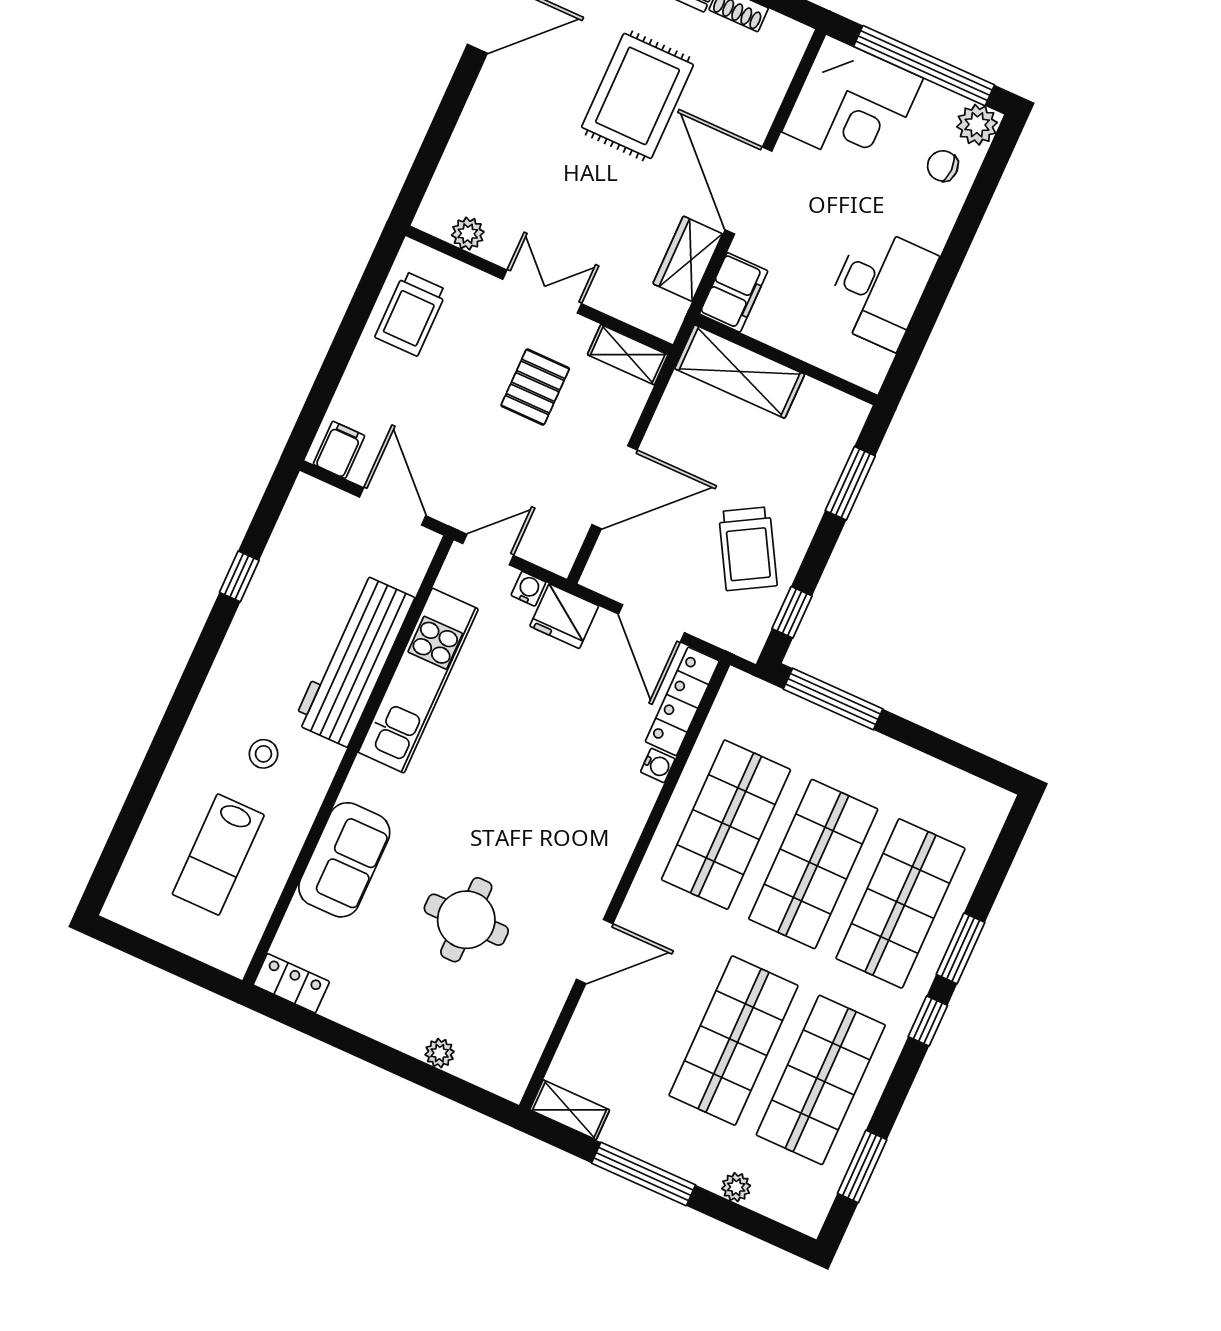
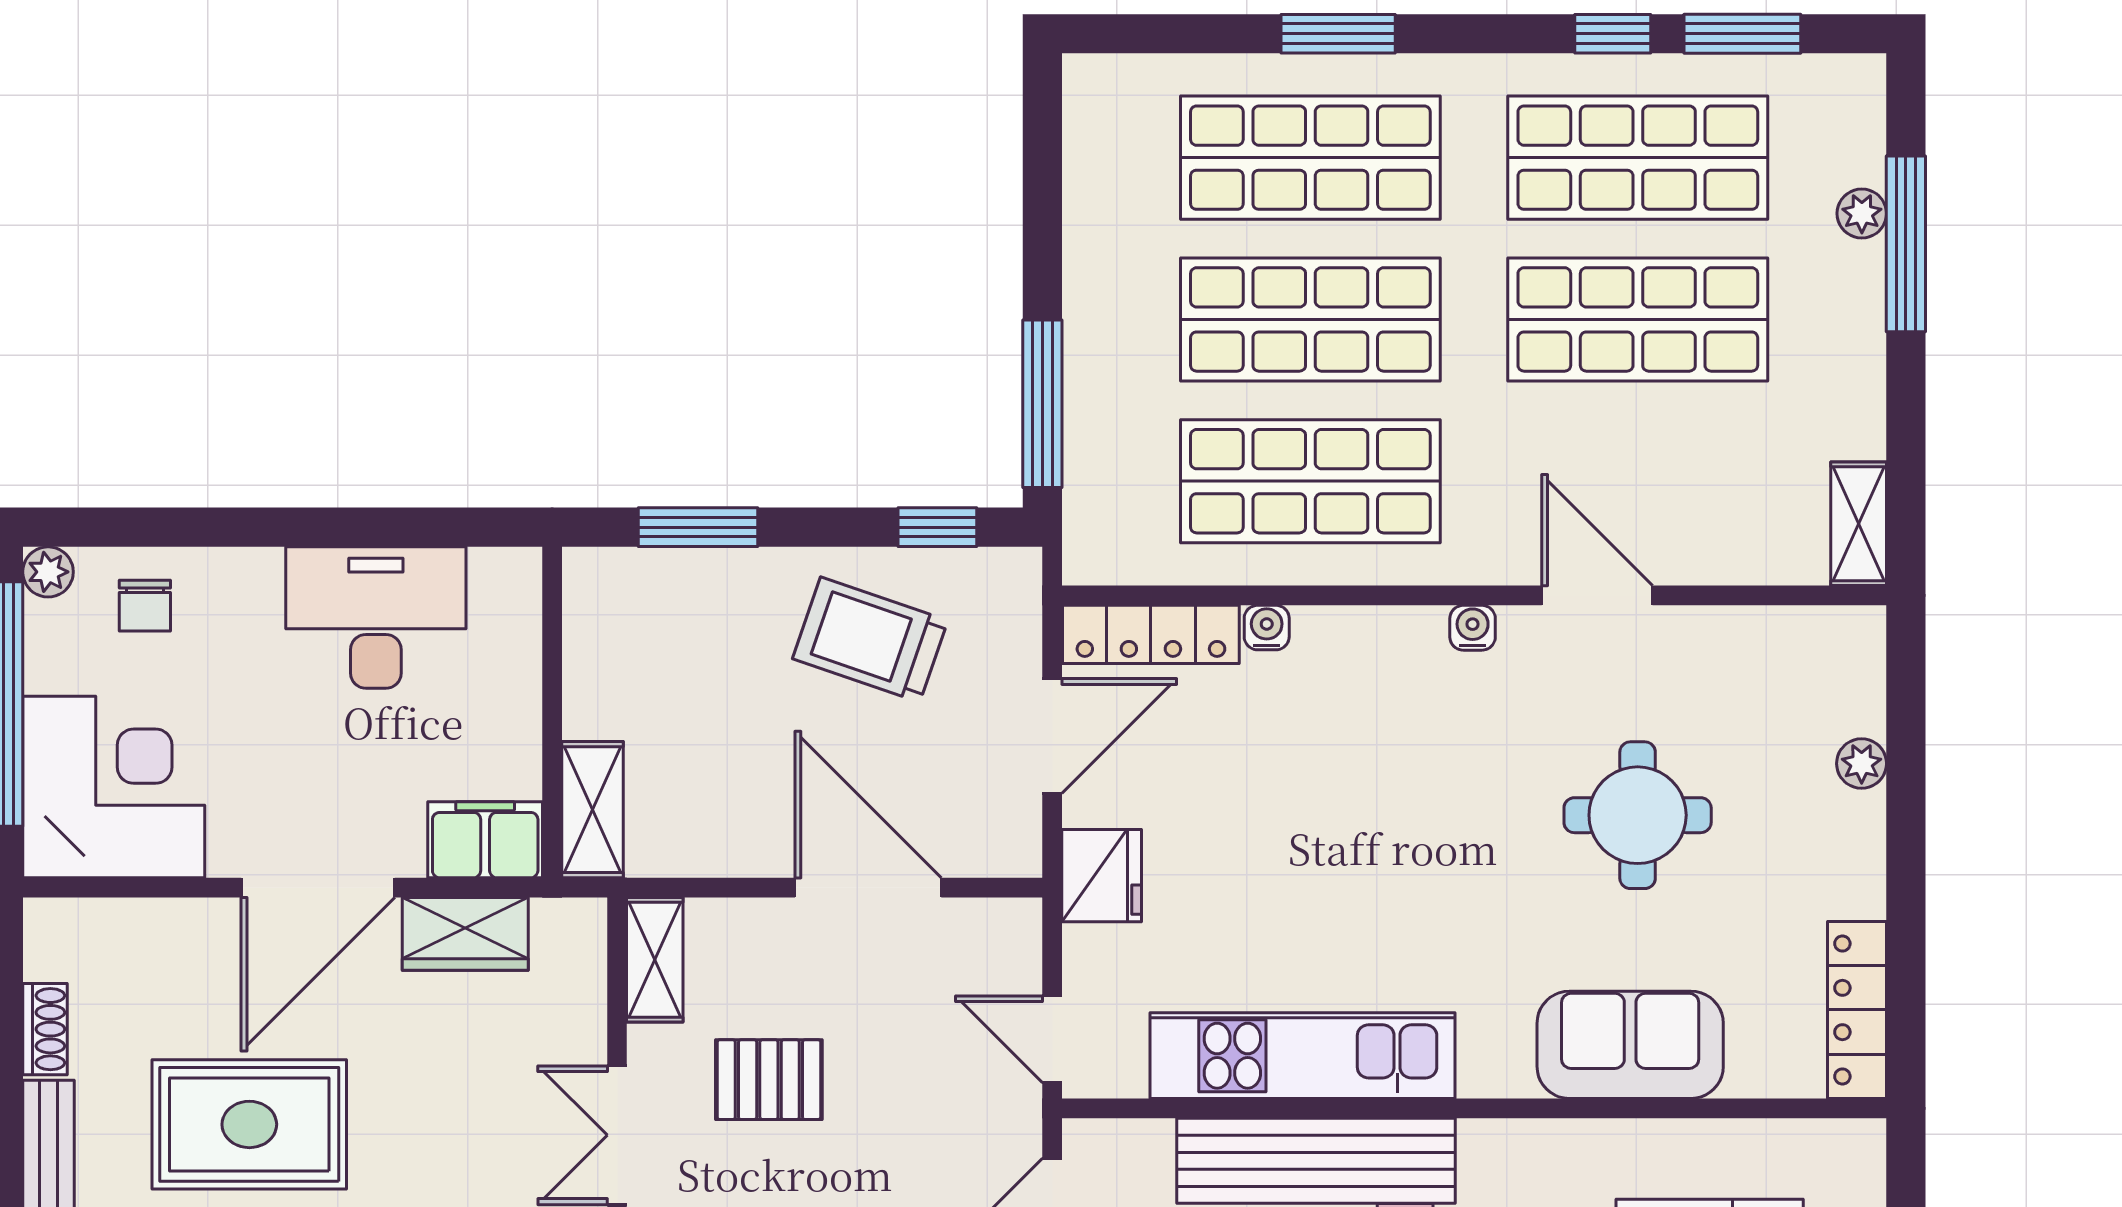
plant: (977, 125) -> (48, 572), width x0.73, depth x0.73
shelving: (740, 371) -> (593, 810), width x0.67, depth x0.75
trolley: (748, 549) -> (870, 640), turned -131
water cooler: (528, 589) -> (1473, 628), moved, turned 90
locker: (291, 983) -> (1857, 1010), width x1.53
window: (928, 1021) -> (1613, 34), moved
window: (644, 1174) -> (1906, 244), moved

